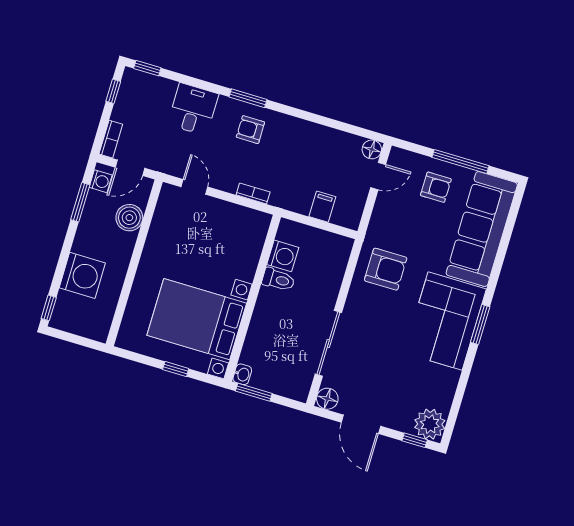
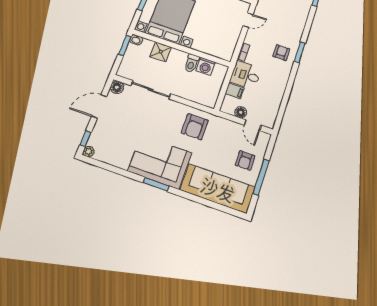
desk: (193, 109) -> (246, 75), moved, turned 180
floor lamp: (372, 149) -> (241, 112), moved
shower: (261, 332) -> (161, 52), added
plant: (430, 424) -> (89, 152), width x0.53, depth x0.53

